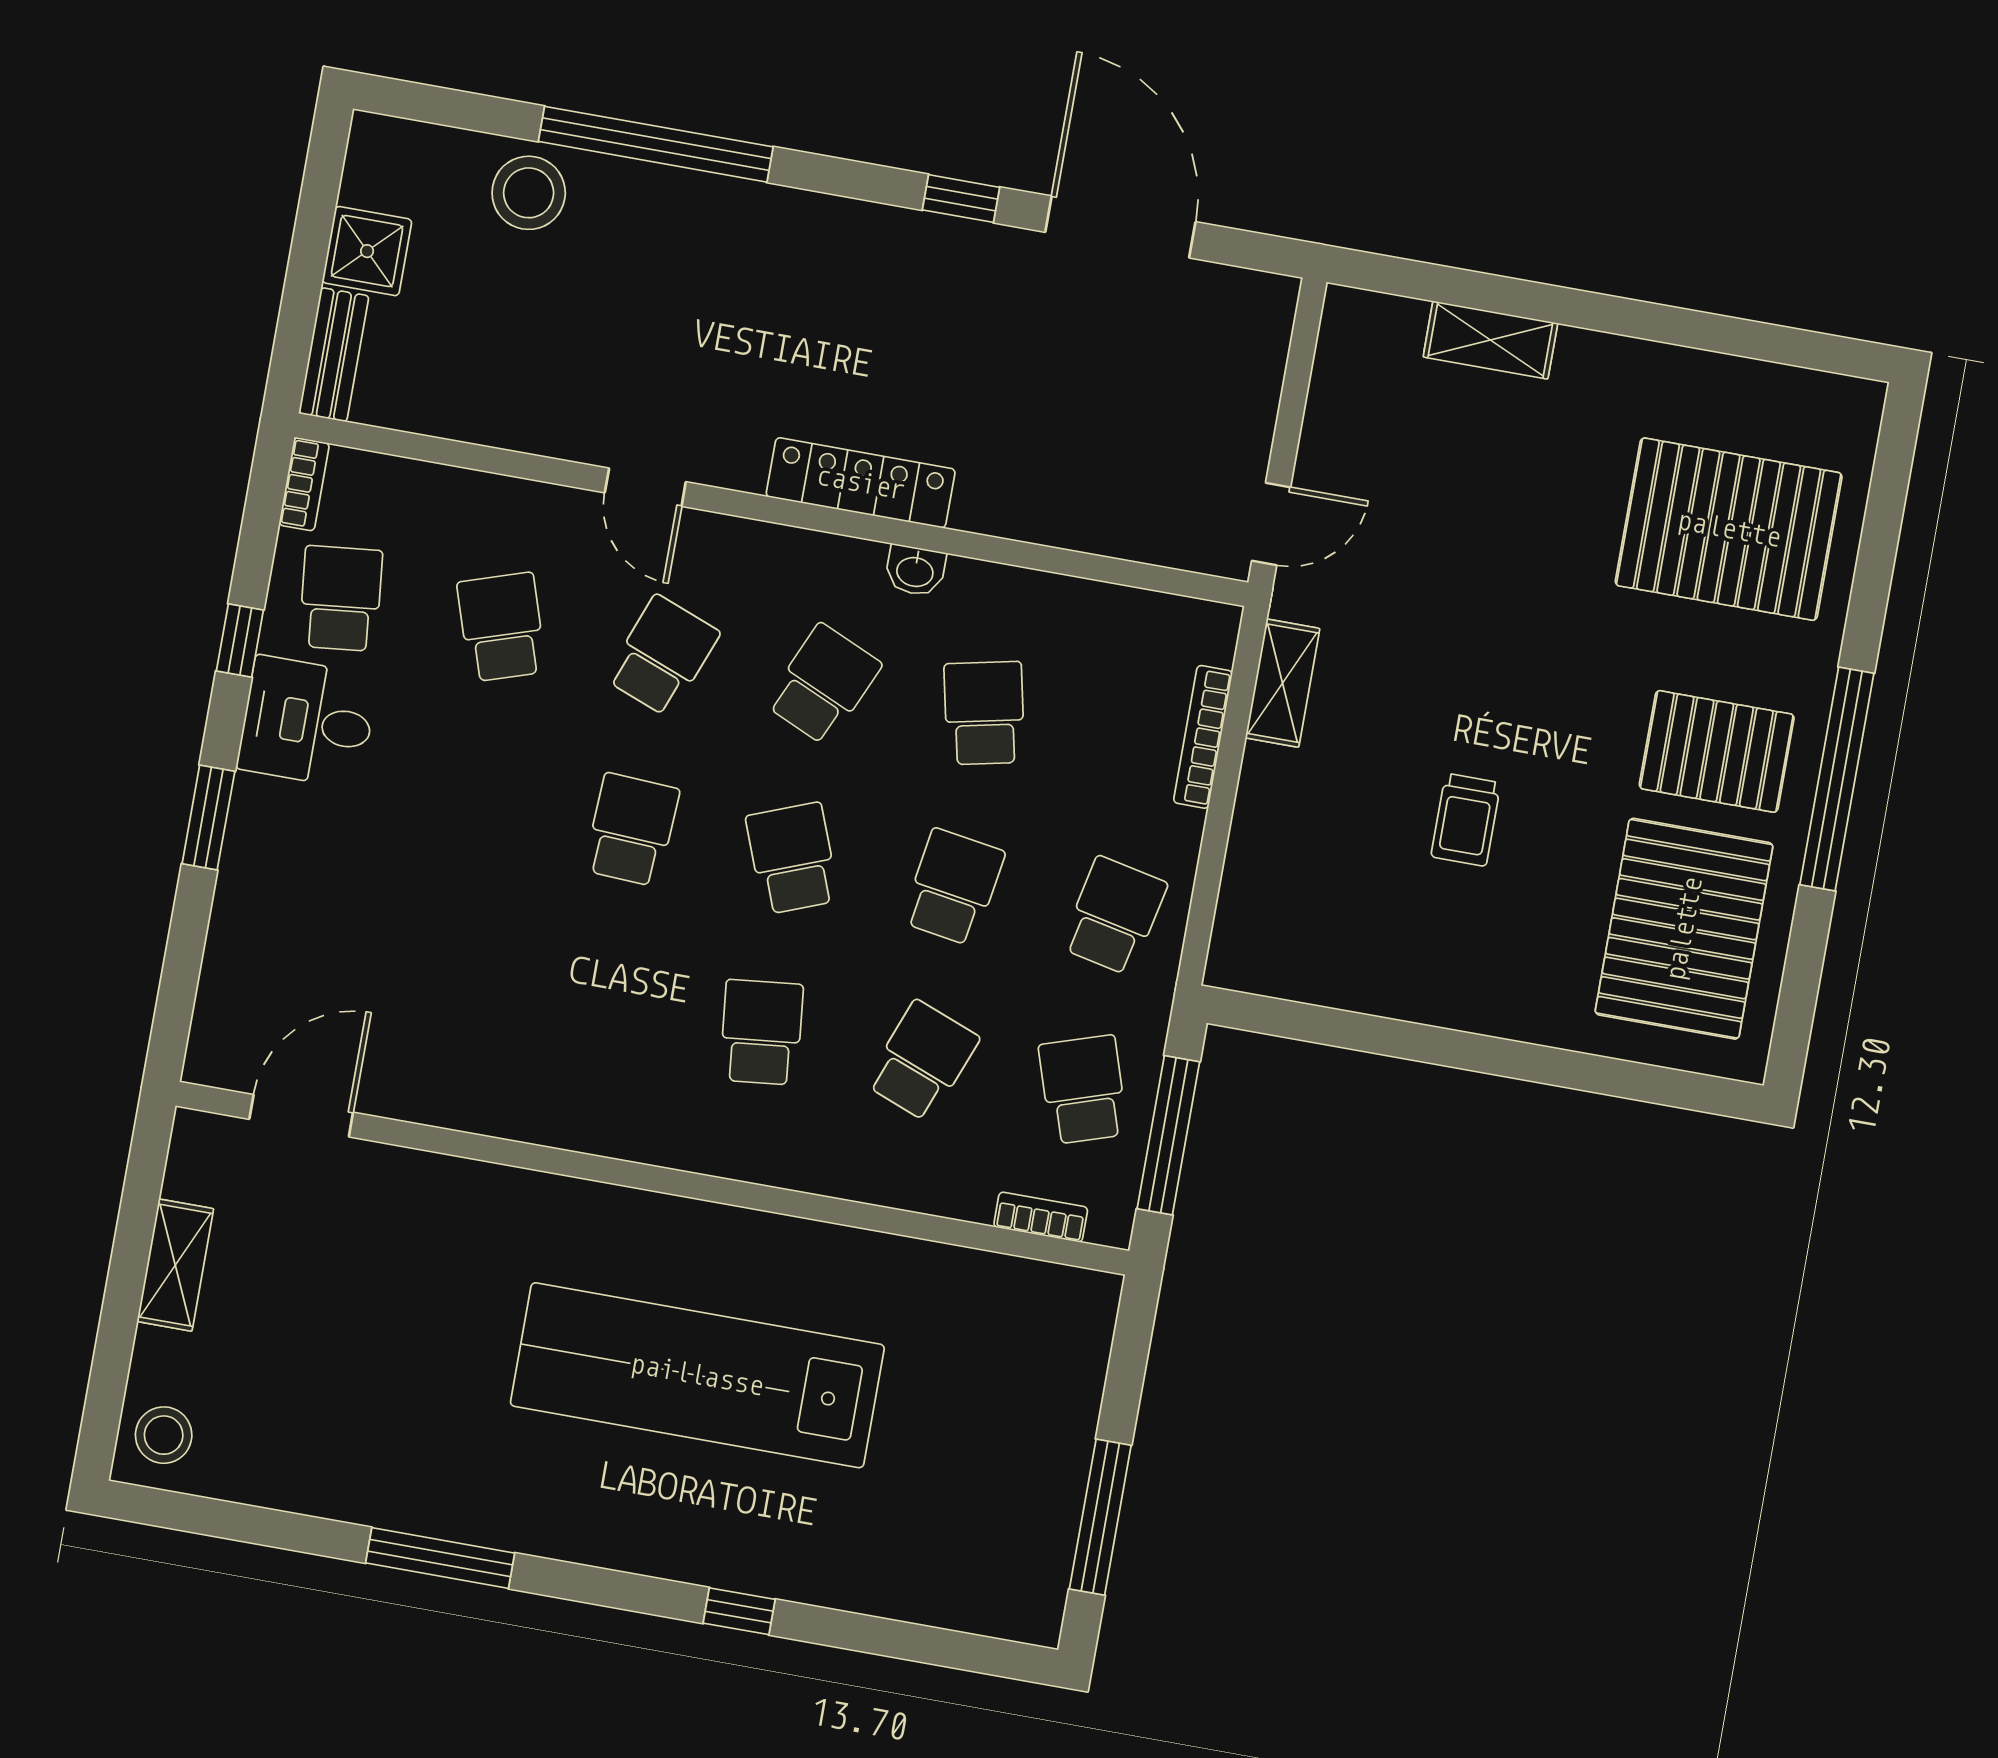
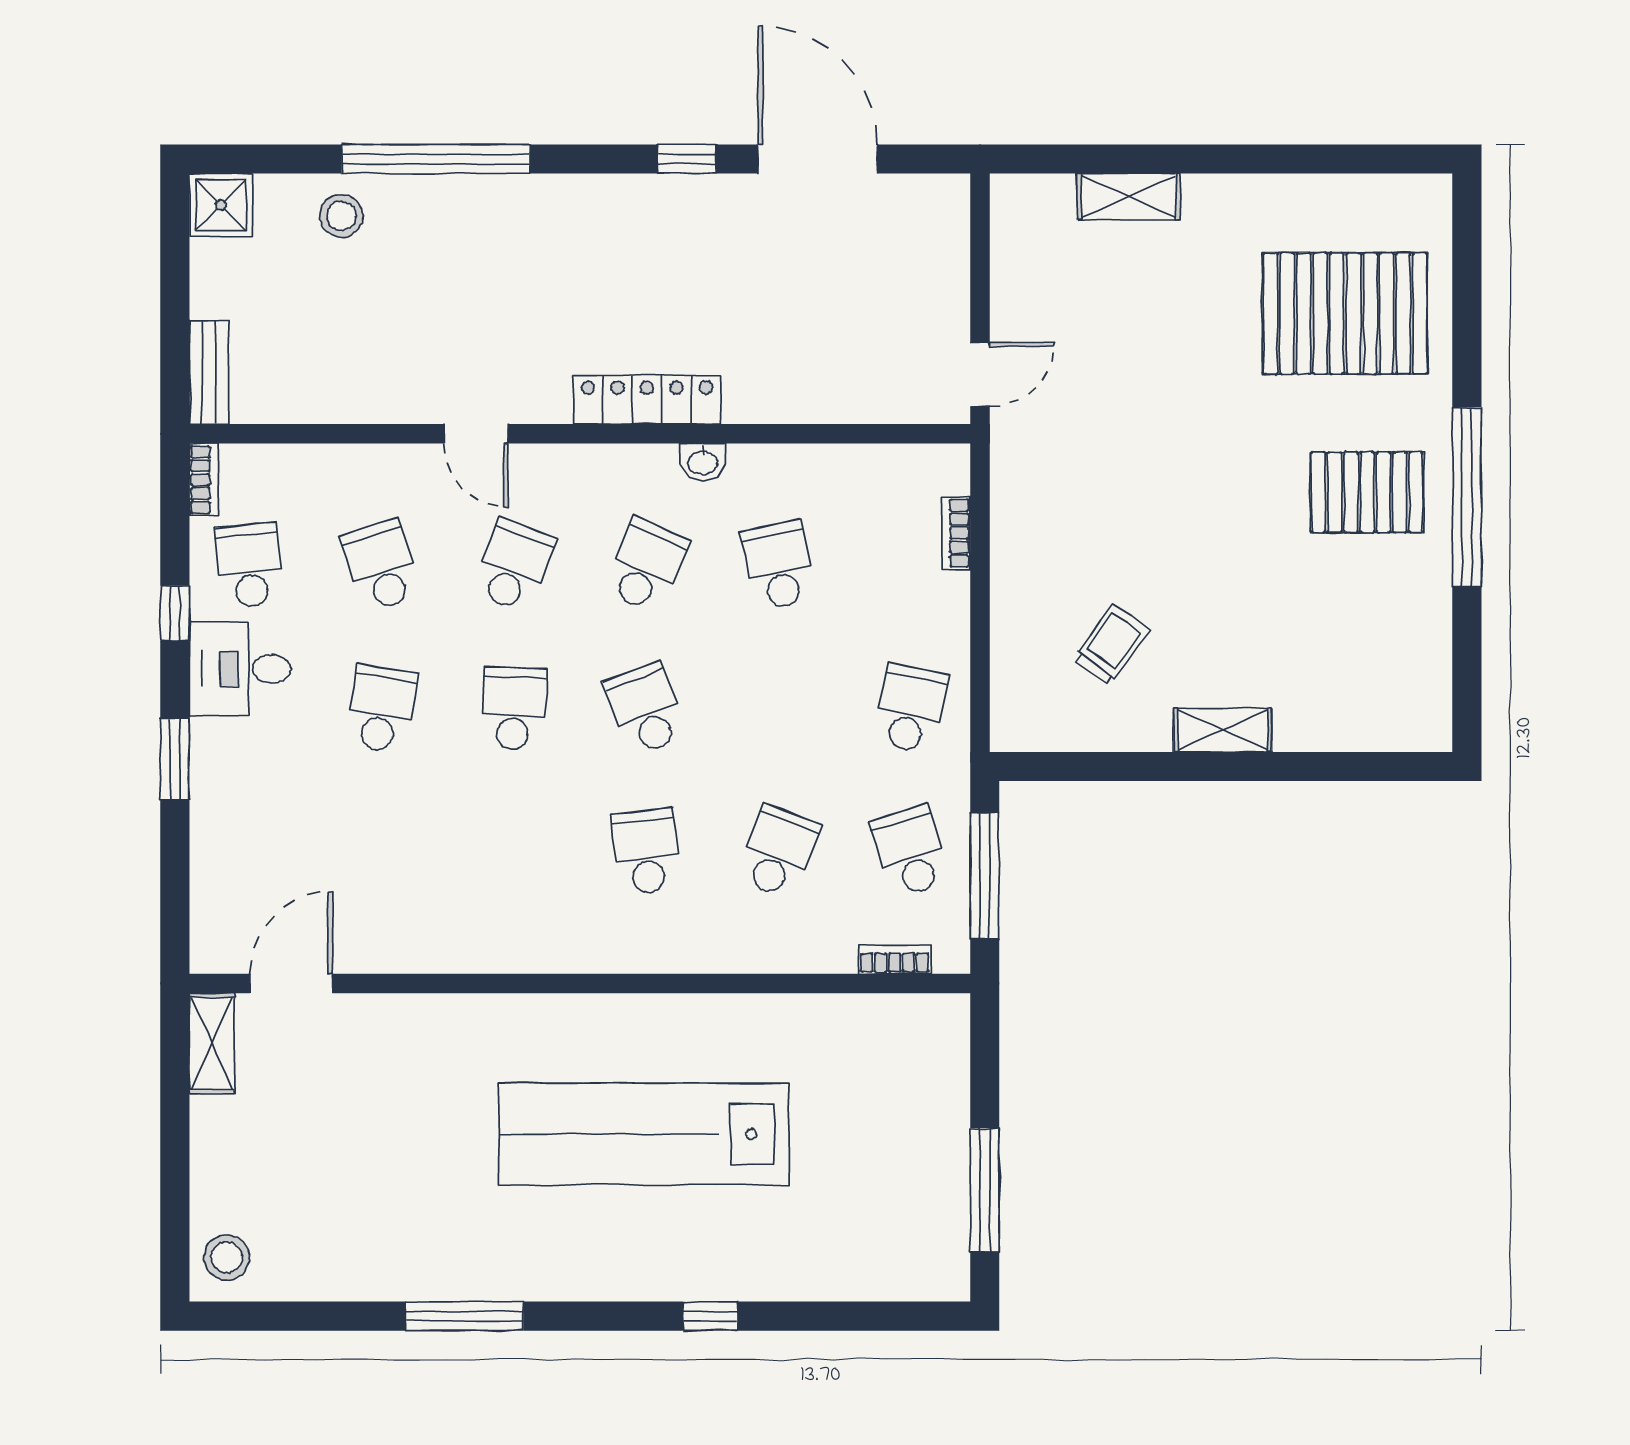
stool: (529, 193) -> (341, 216), width x0.73, depth x0.73
shower: (367, 251) -> (221, 205), moved
shelving: (1283, 683) -> (1223, 730), moved, turned 90
bookcase: (1203, 737) -> (956, 533), width x0.64
trolley: (1466, 820) -> (1111, 645), moved, turned -144
school desk: (953, 887) -> (381, 709), moved
pallet: (1684, 929) -> (1366, 638), removed
shelving: (175, 1265) -> (212, 1043), moved

